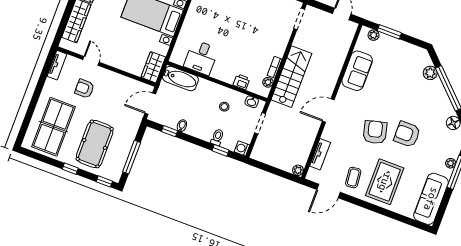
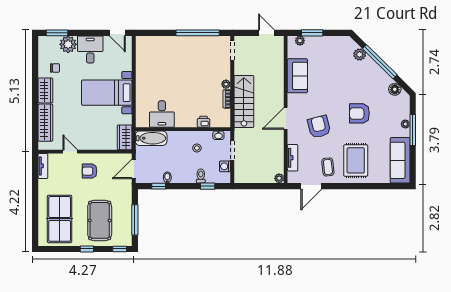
plant: (268, 82) -> (226, 84), moved
armchair: (84, 89) -> (90, 171), moved
armchair: (375, 132) -> (319, 127), moved
washing machine: (242, 148) -> (225, 166), moved

